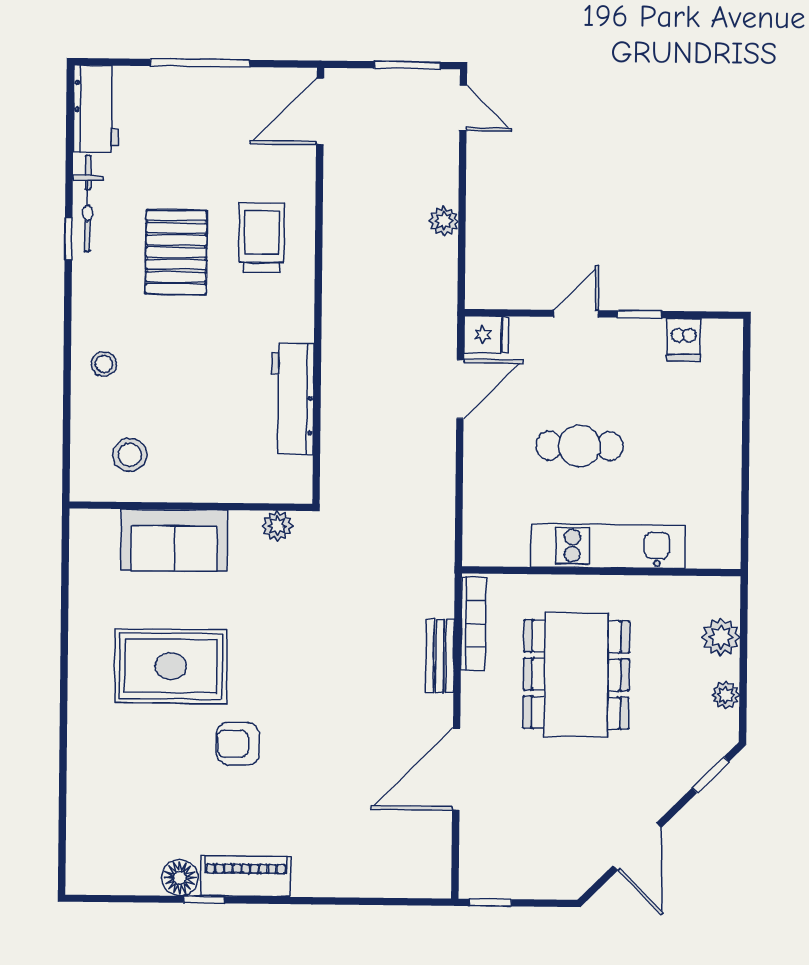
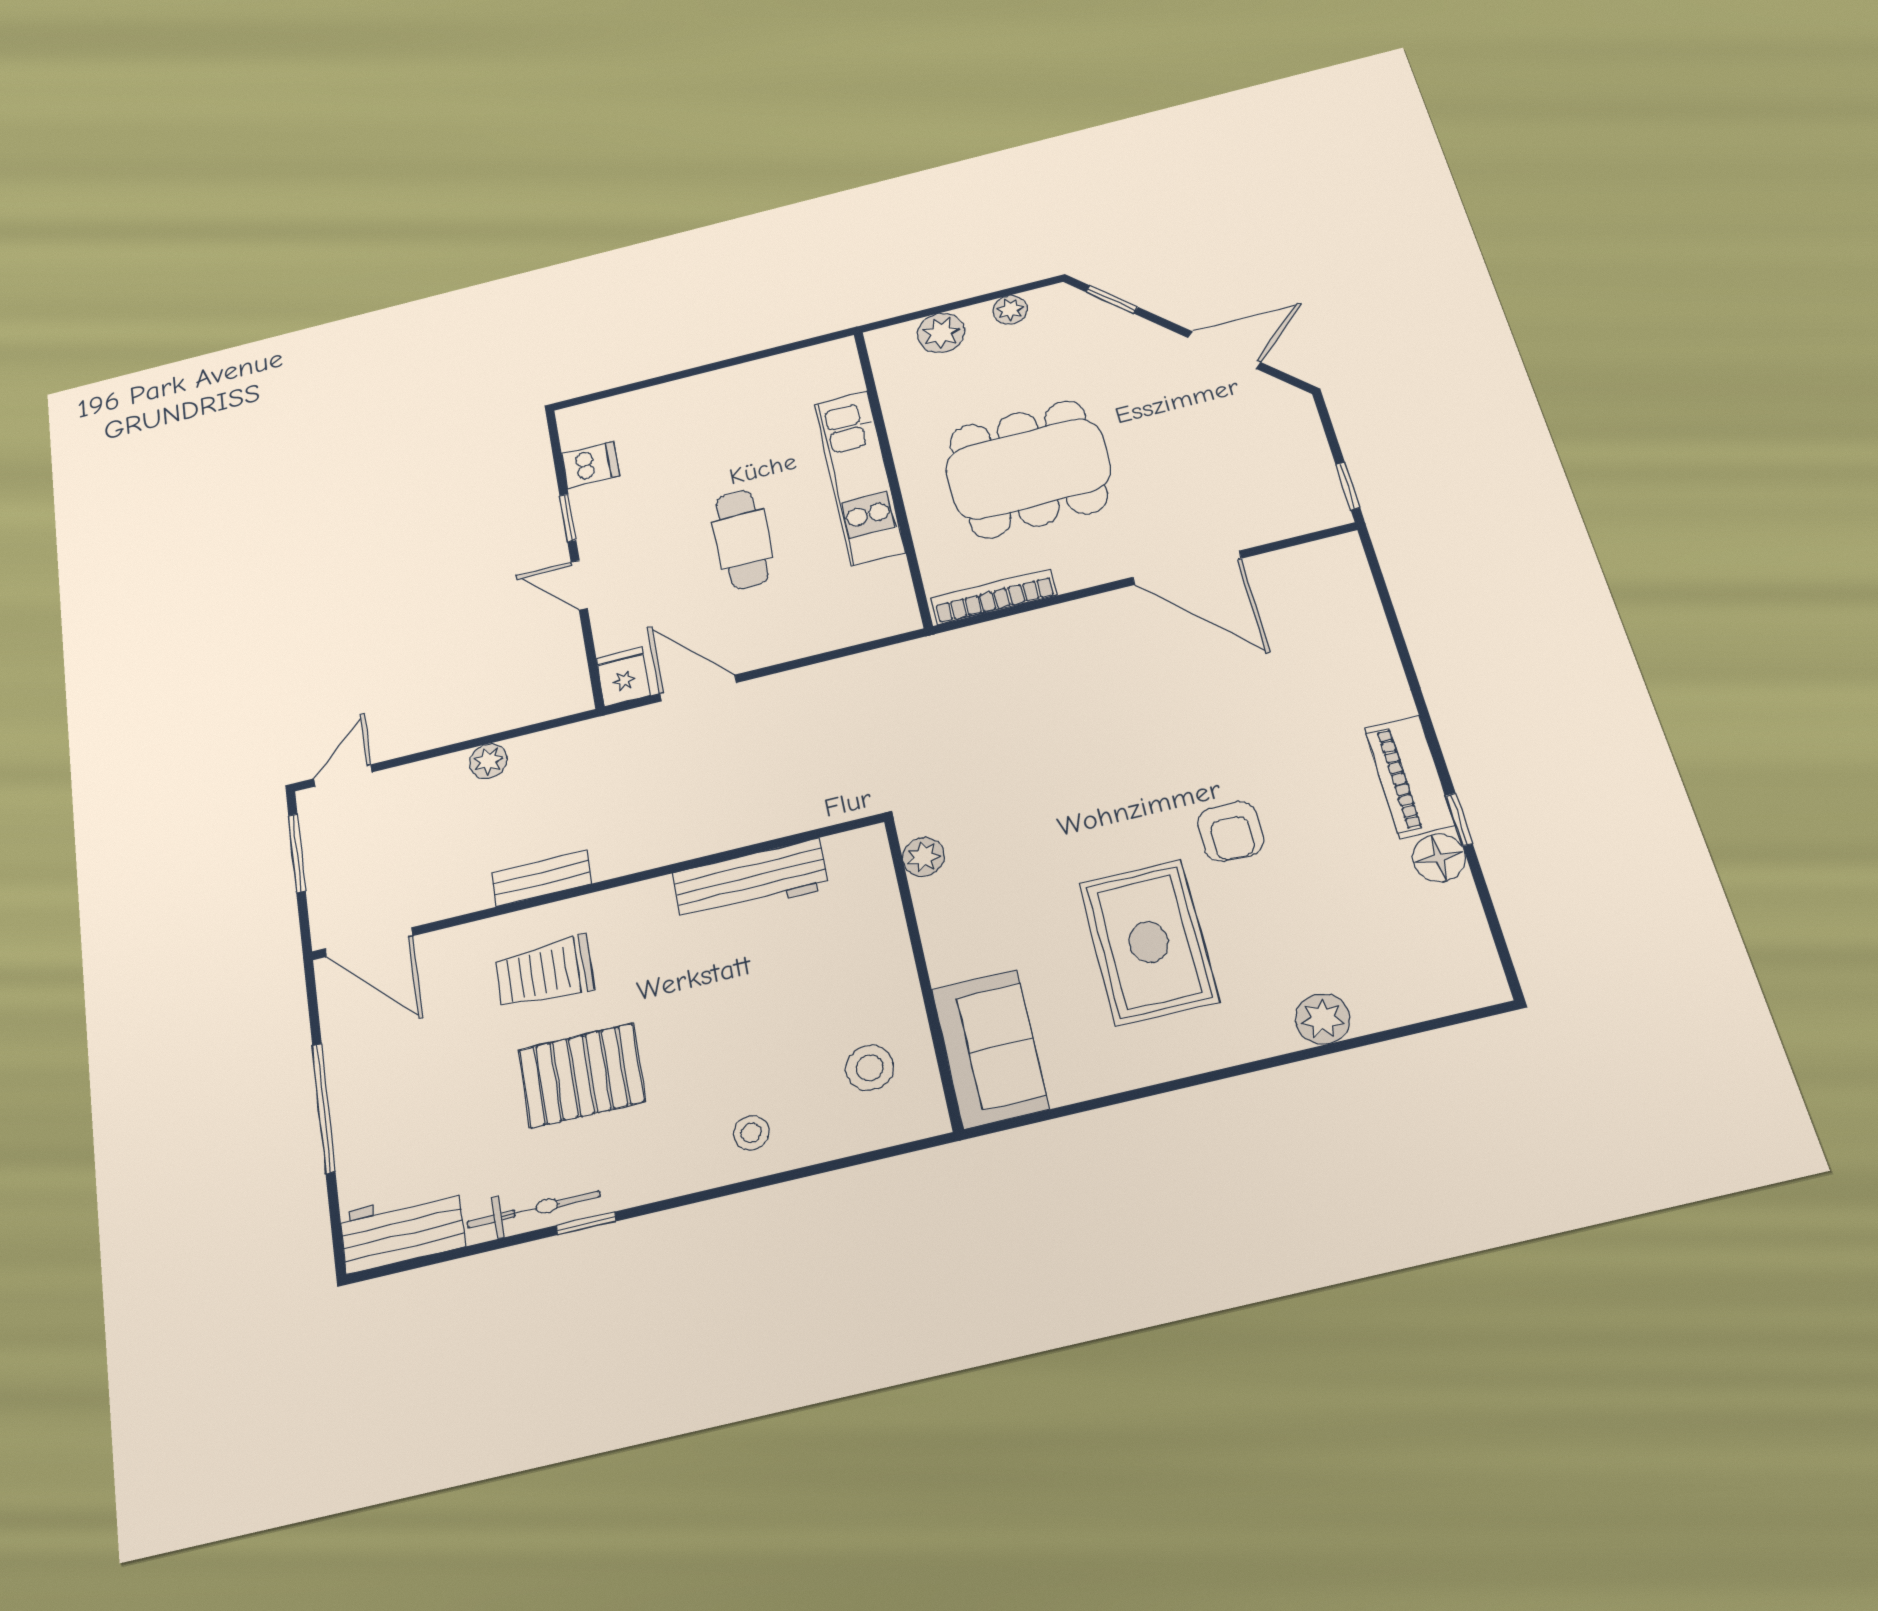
sofa: (174, 540) -> (990, 1049), moved
bench: (440, 656) -> (542, 878), moved
plant: (85, 767) -> (1323, 1019), added

